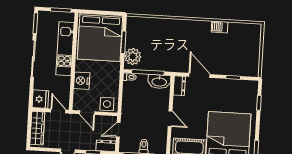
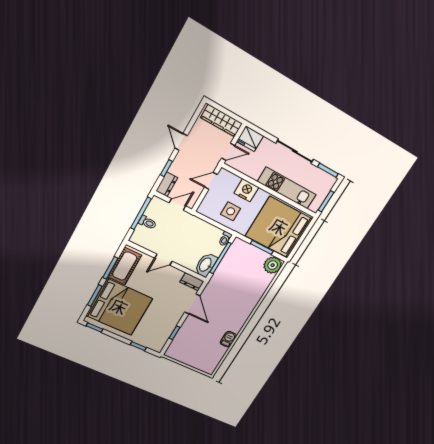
plant: (133, 57) -> (273, 265), moved
door: (199, 75) -> (192, 304), hinge flipped
side table: (107, 104) -> (231, 211), moved
door: (118, 130) -> (177, 204), hinge flipped

